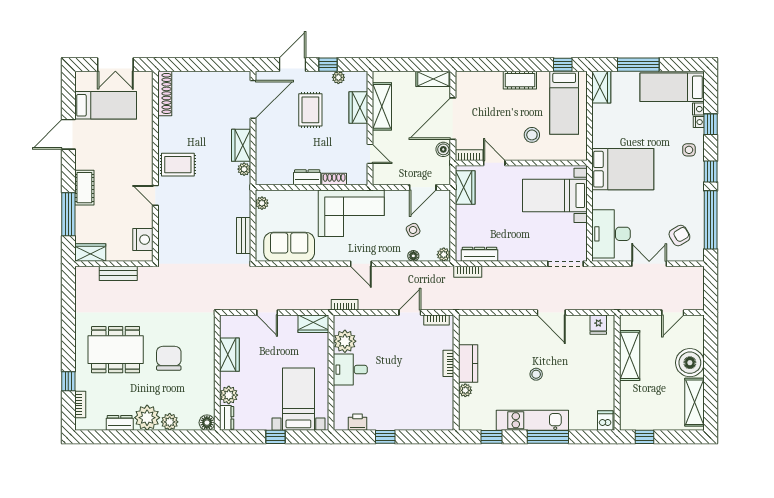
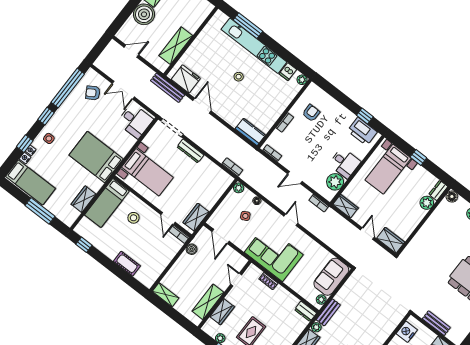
cot: (520, 80) -> (127, 264), moved
wardrobe: (601, 87) -> (83, 199), moved
bed: (564, 103) -> (107, 203), moved, turned 180
door: (453, 119) -> (172, 263), removed
dresser: (307, 177) -> (306, 311), moved
door: (423, 187) -> (221, 236), swing flipped
desk: (611, 234) -> (135, 121), width x0.73
bench: (244, 235) -> (328, 312), moved
sofa: (289, 247) -> (331, 277), moved, turned 90
dresser: (480, 254) -> (190, 151), moved
bench: (603, 303) -> (168, 88), added
door: (410, 313) -> (295, 178), moved
fridge: (598, 325) -> (186, 79), width x1.88, depth x1.34
wardrobe: (229, 355) -> (391, 240), moved, turned 90
chair: (169, 358) -> (445, 251), removed
kitchen counter: (468, 363) -> (250, 132), moved, turned 90
plant: (465, 390) -> (302, 80), moved
armchair: (428, 395) -> (311, 113), added
kitchen unit: (532, 420) -> (254, 46), width x1.36
dishwasher: (605, 421) -> (288, 72), moved
printer: (358, 422) -> (362, 131), width x1.87, depth x1.48
window: (385, 437) -> (365, 116), moved
window: (491, 437) -> (293, 60), removed
window: (548, 437) -> (248, 26), moved

